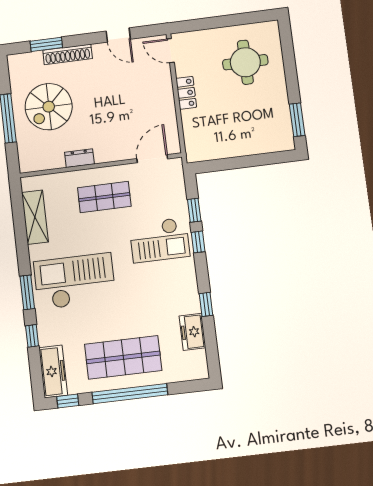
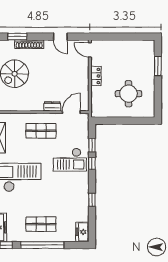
round table: (245, 62) -> (129, 94), moved
window: (297, 120) -> (158, 66), moved
dresser: (79, 158) -> (52, 106), moved
freezer: (193, 332) -> (82, 232), moved
shop shelf: (123, 357) -> (41, 224), width x0.70, depth x0.74

